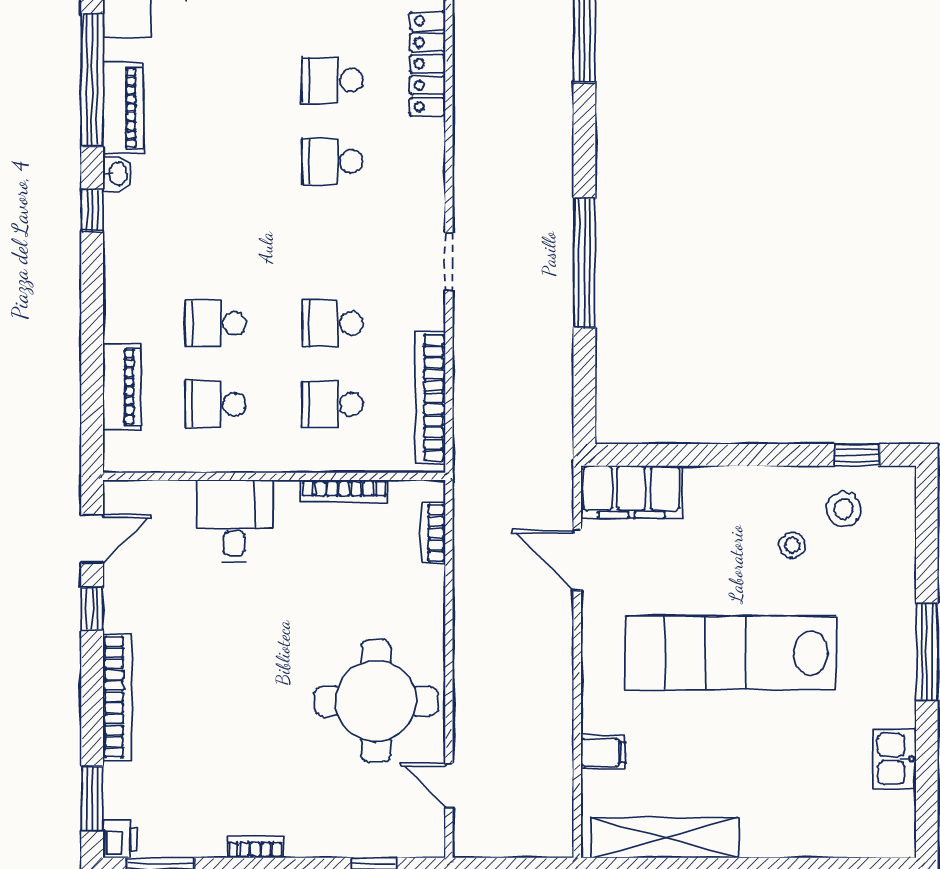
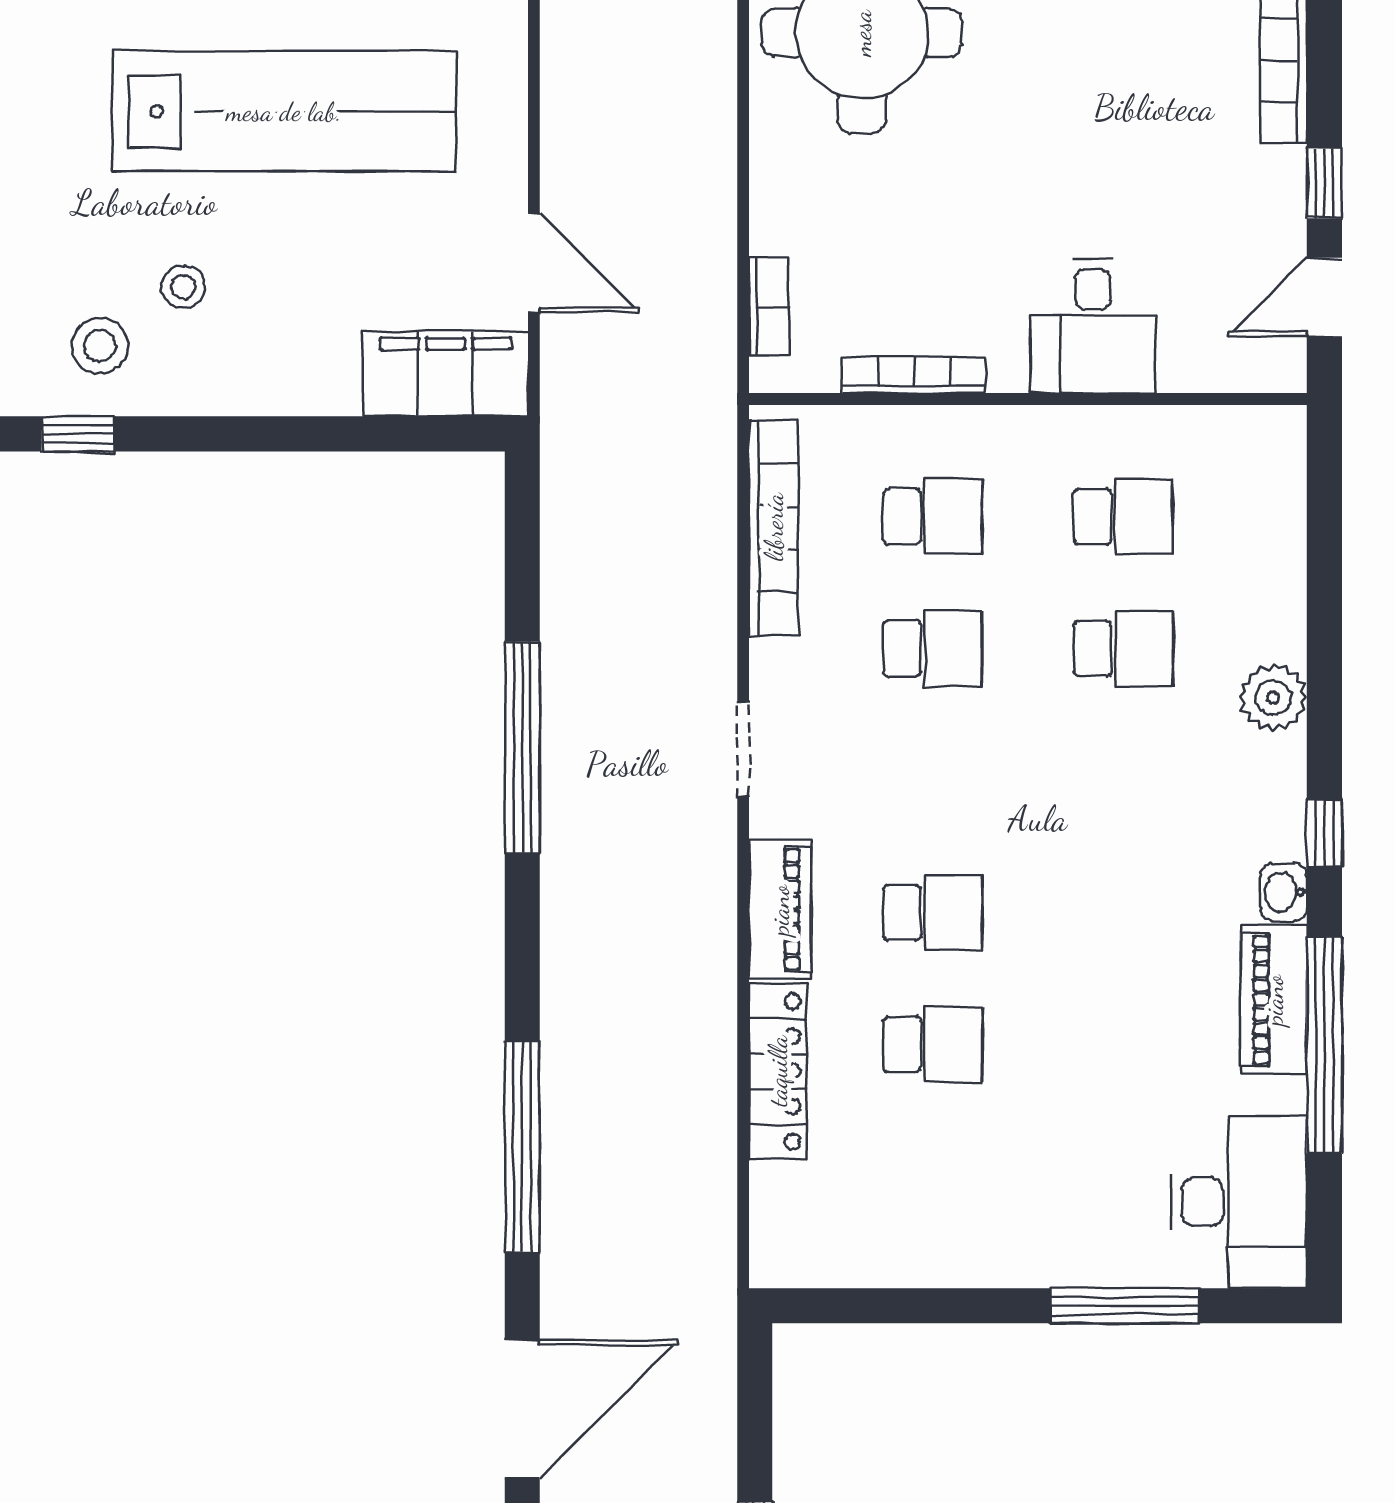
plant: (124, 293) -> (1273, 697), added
piano: (122, 387) -> (780, 910), moved, turned 180

